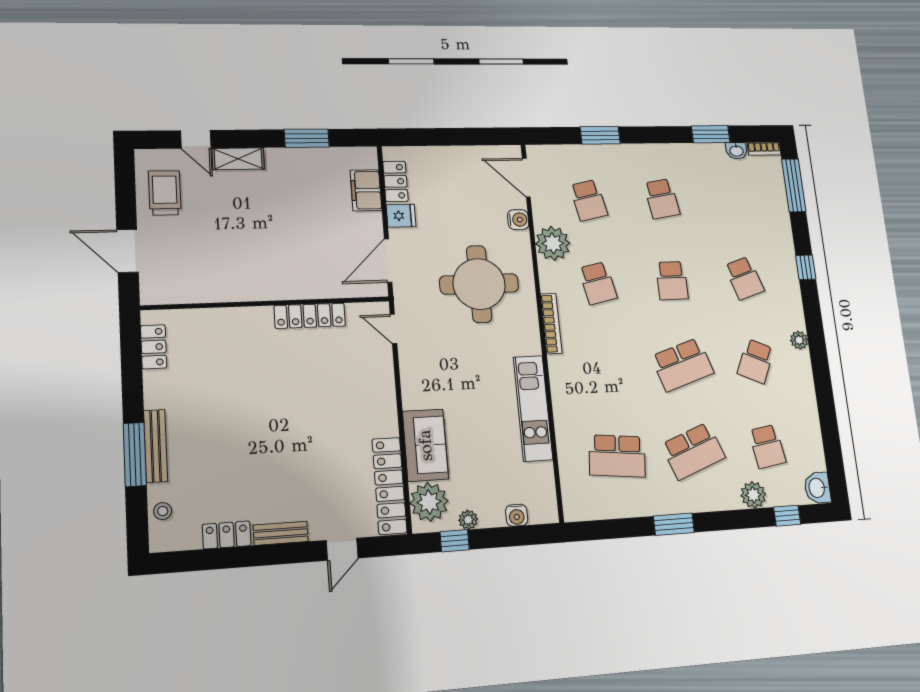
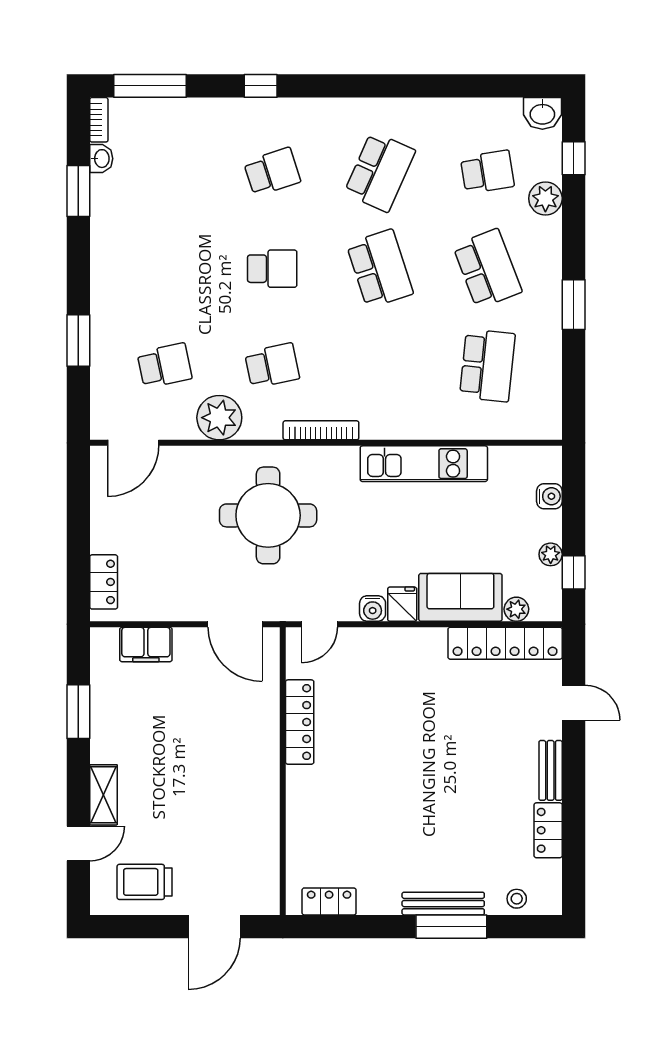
locker: (395, 181) -> (104, 582), moved, turned 90
school desk: (662, 199) -> (165, 269), removed
fridge: (401, 216) -> (402, 604), moved
water cooler: (518, 220) -> (373, 608), moved, turned 180
plant: (799, 340) -> (356, 109), removed
school desk: (756, 361) -> (380, 172), width x1.85
plant: (429, 502) -> (516, 609), width x0.53, depth x0.53

